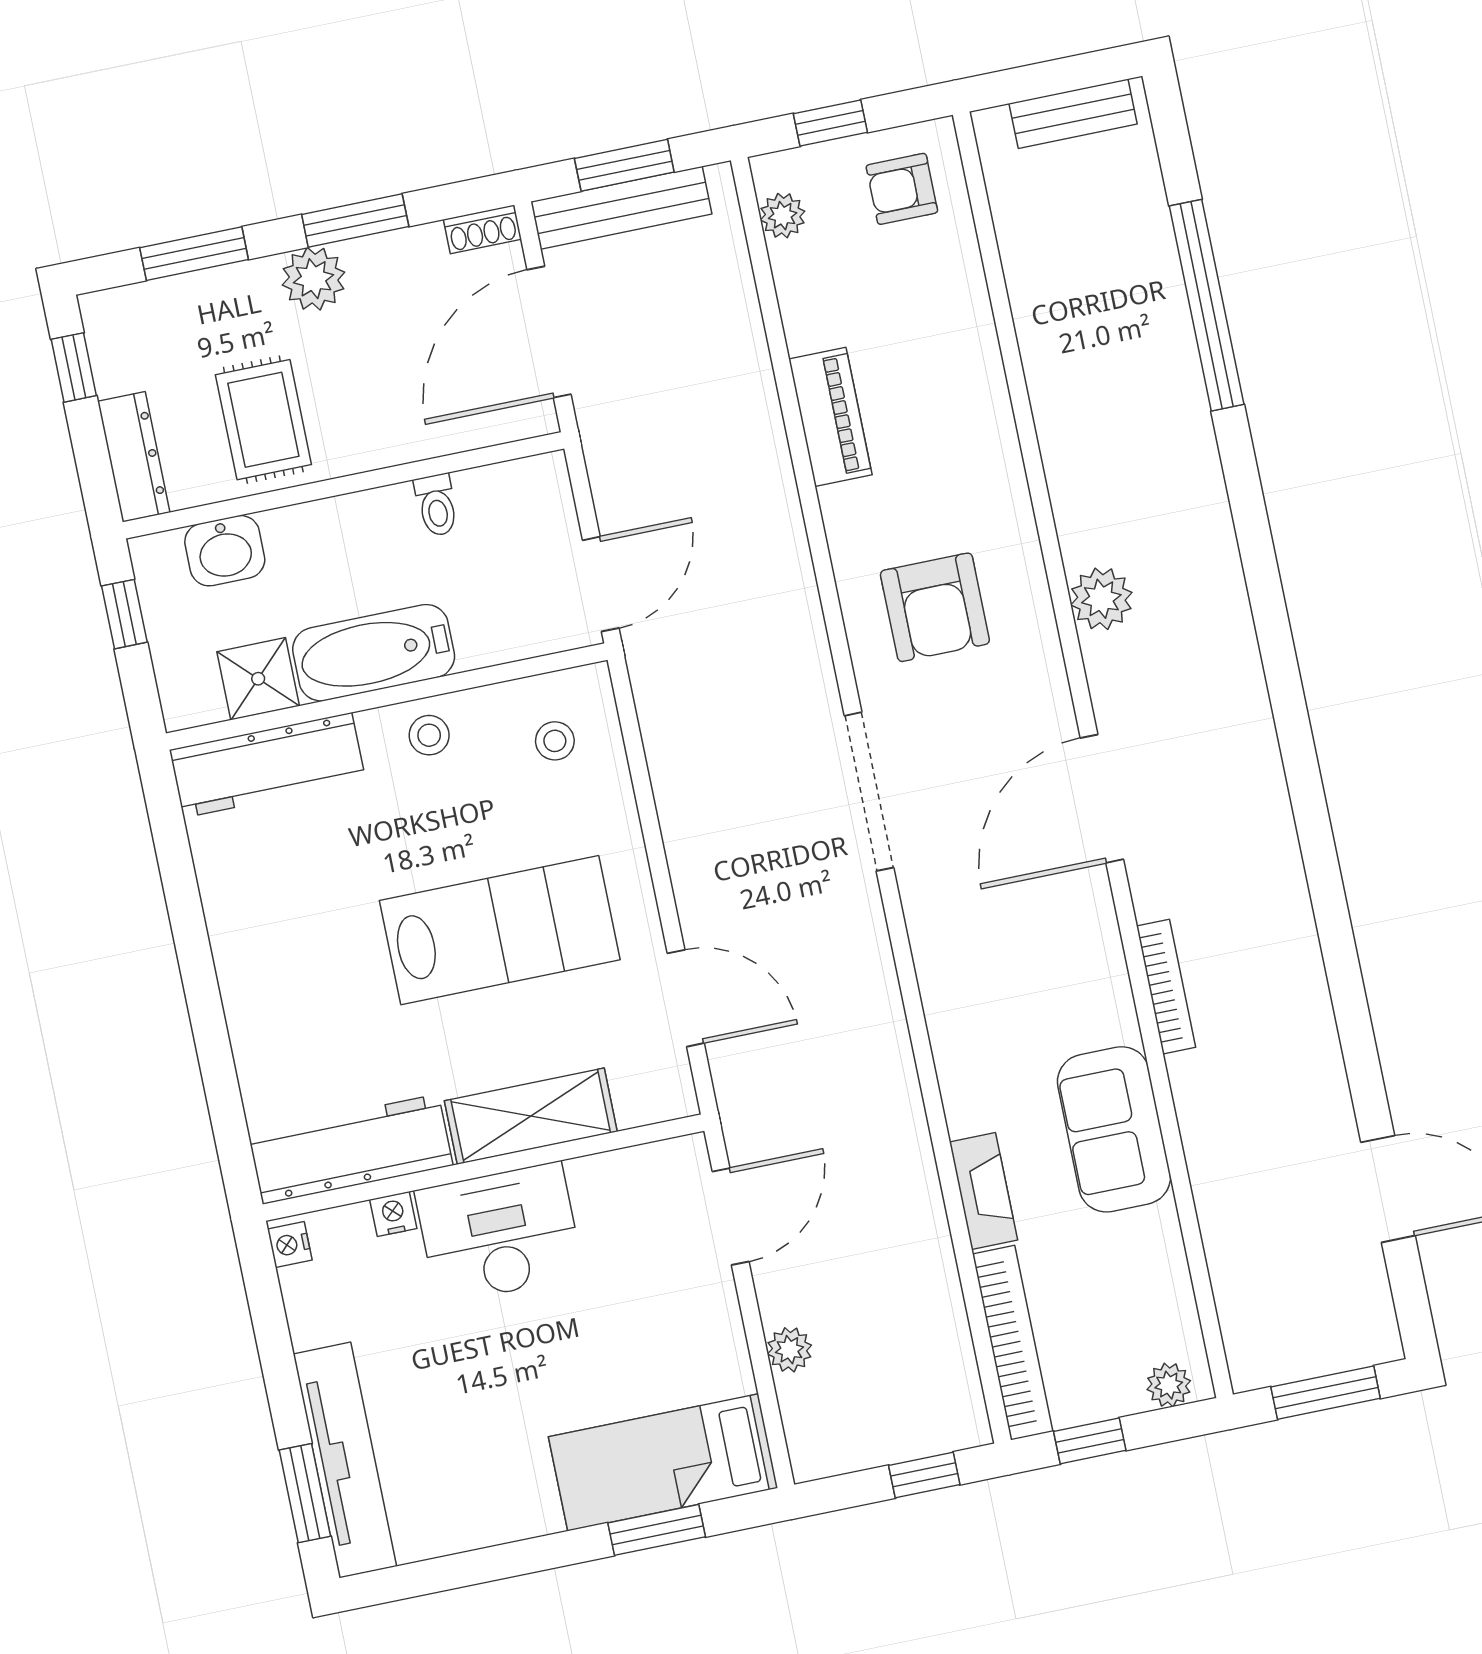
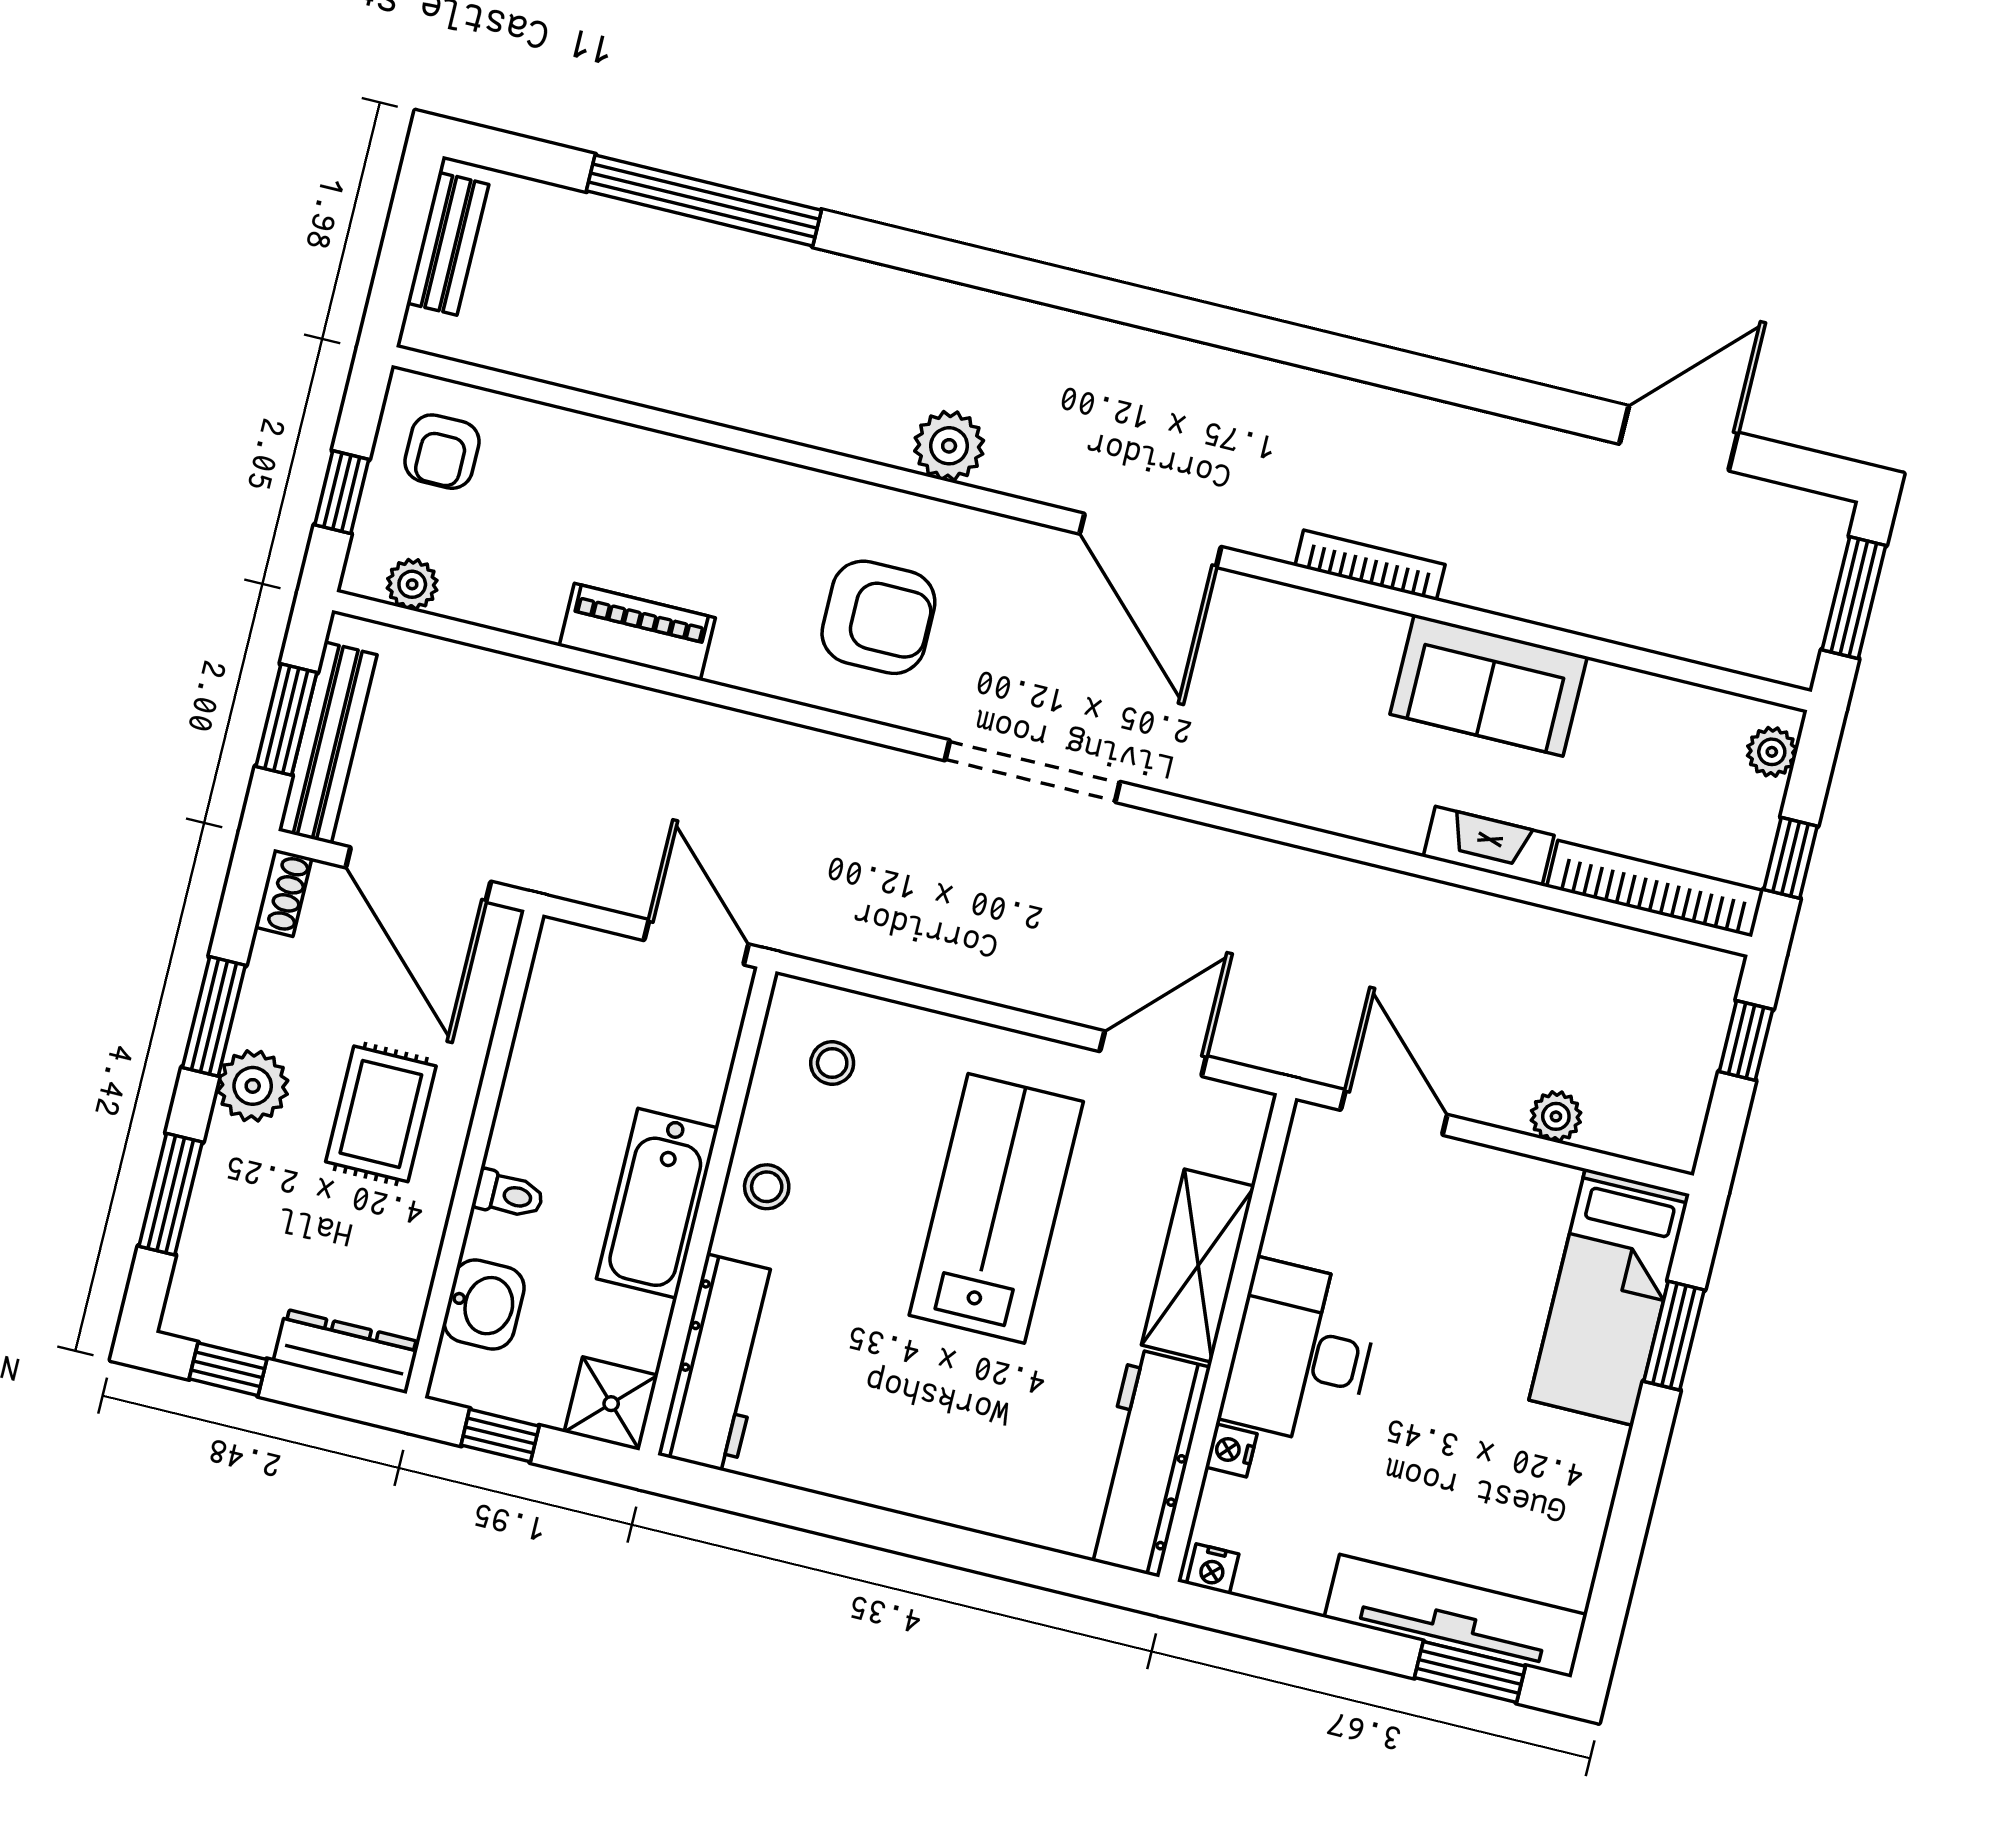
rug: (263, 420) -> (381, 1114), moved, turned 90
toilet: (436, 505) -> (508, 1195), moved
shower: (258, 679) -> (611, 1404), moved

